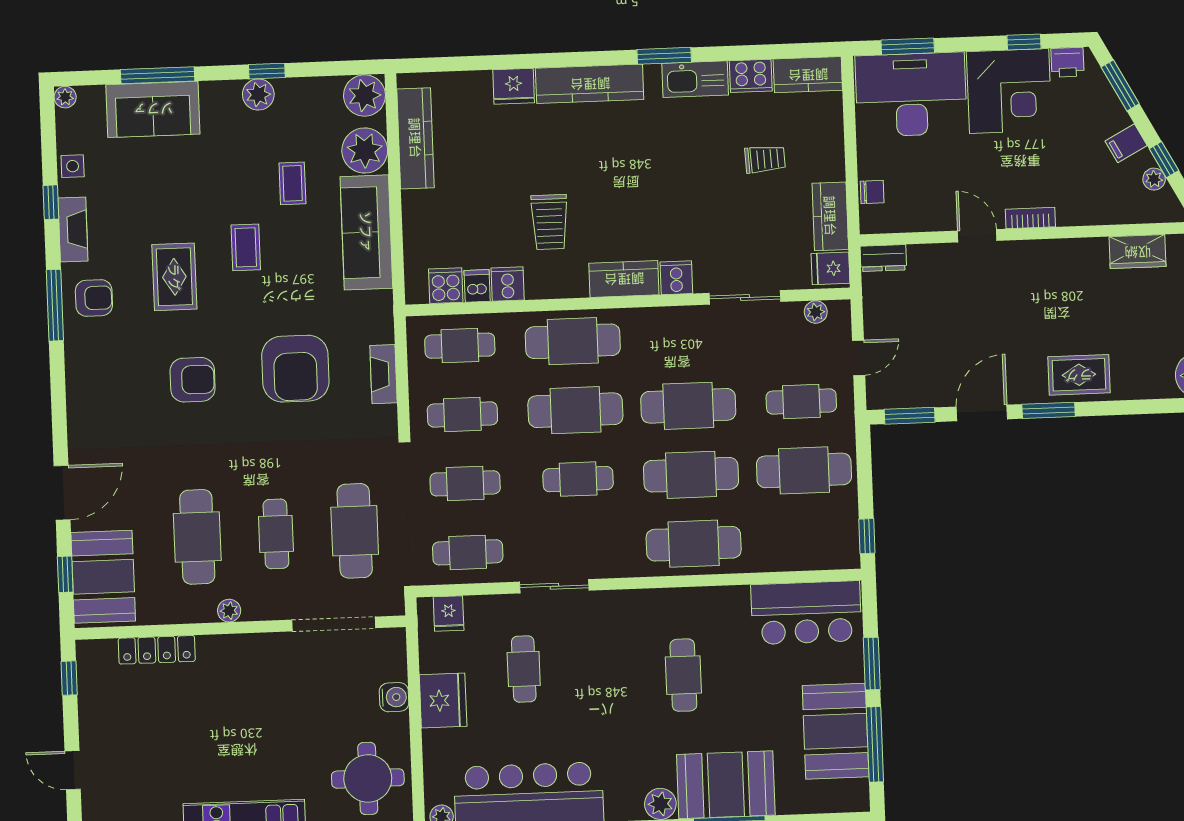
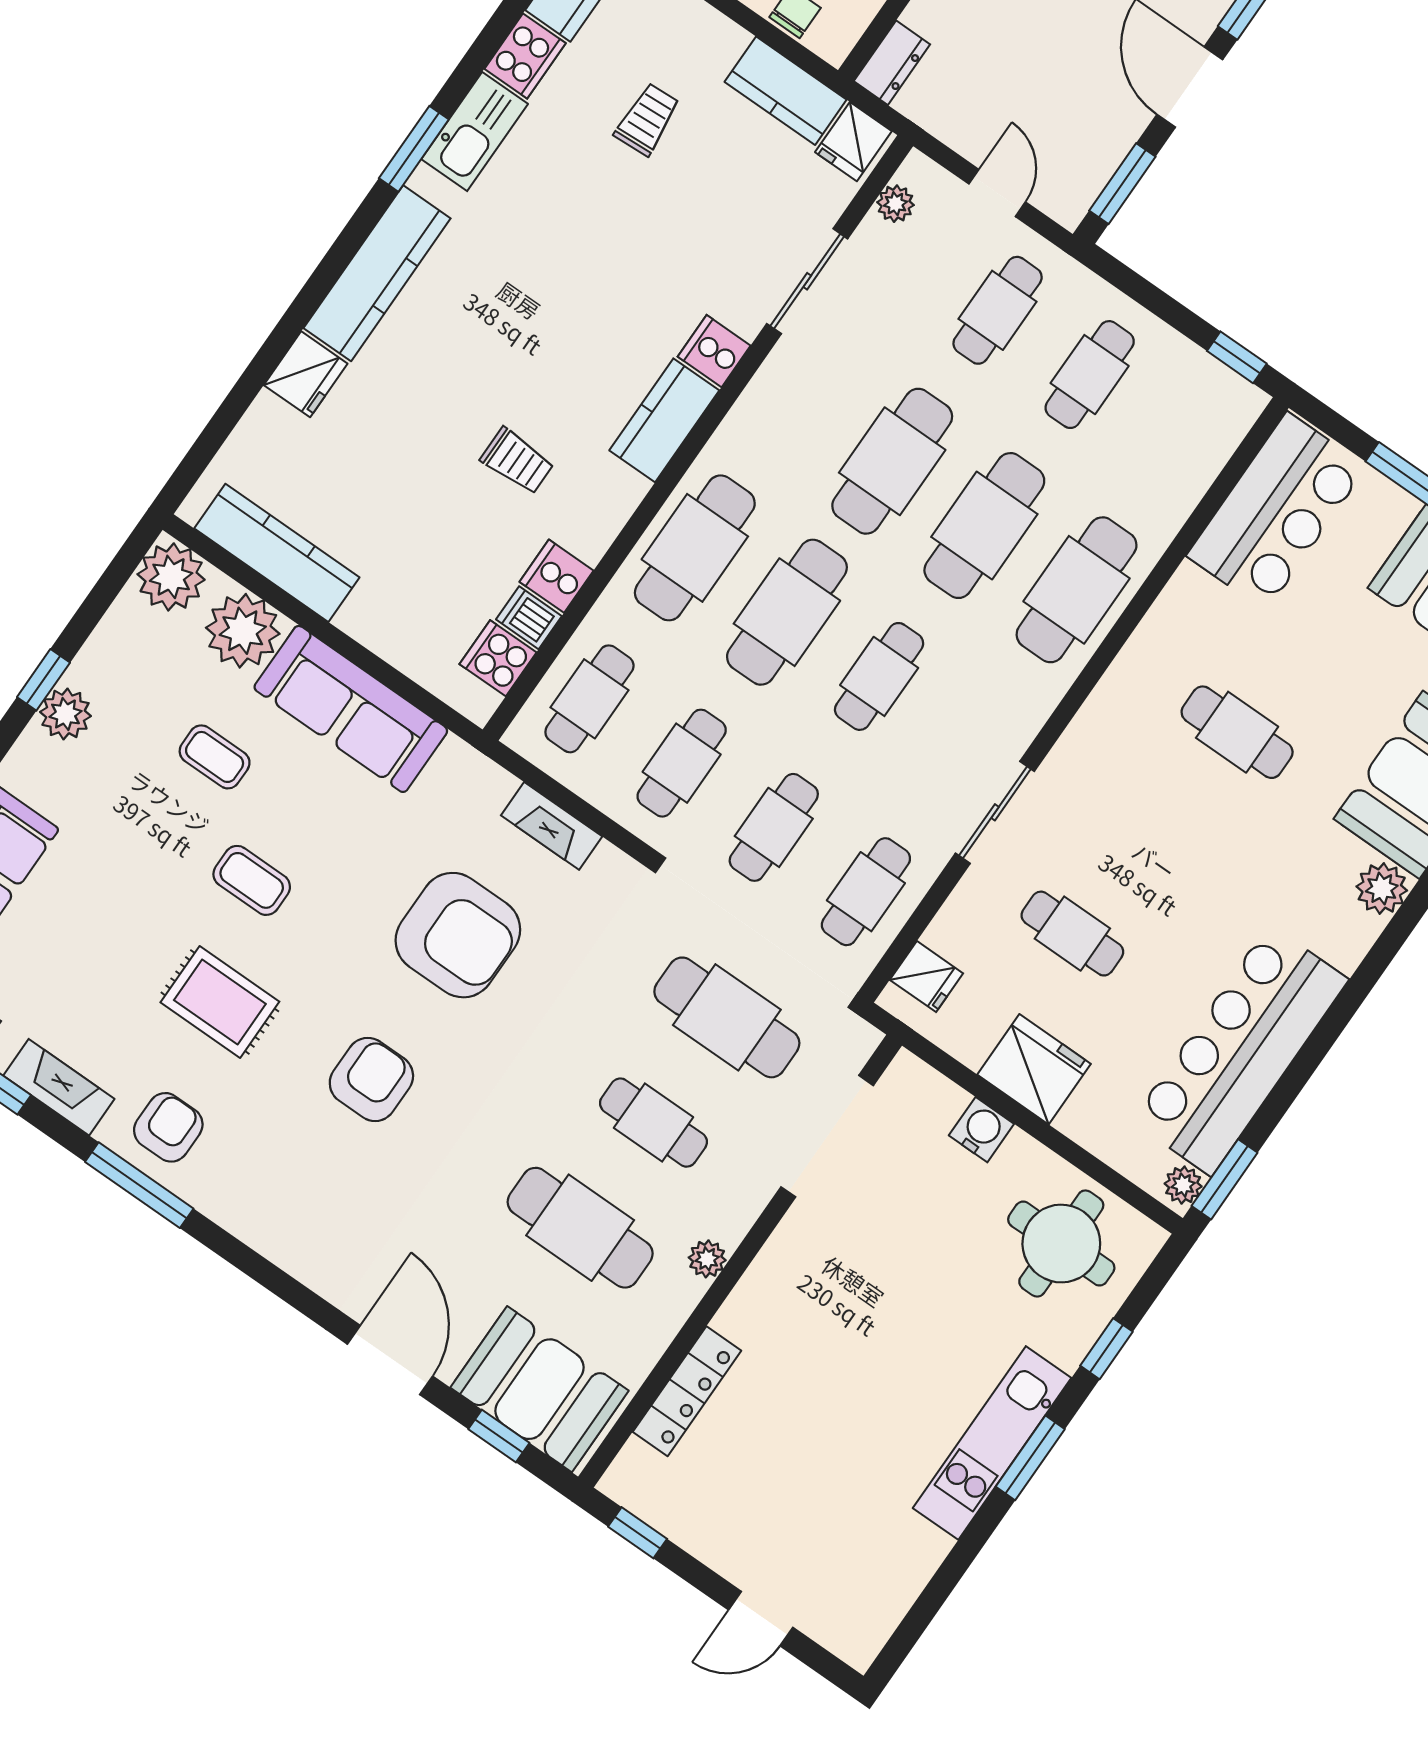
trolley: (549, 222) -> (517, 461), width x0.73, depth x0.72
cafe table: (804, 470) -> (1090, 375), width x0.73, depth x0.74

